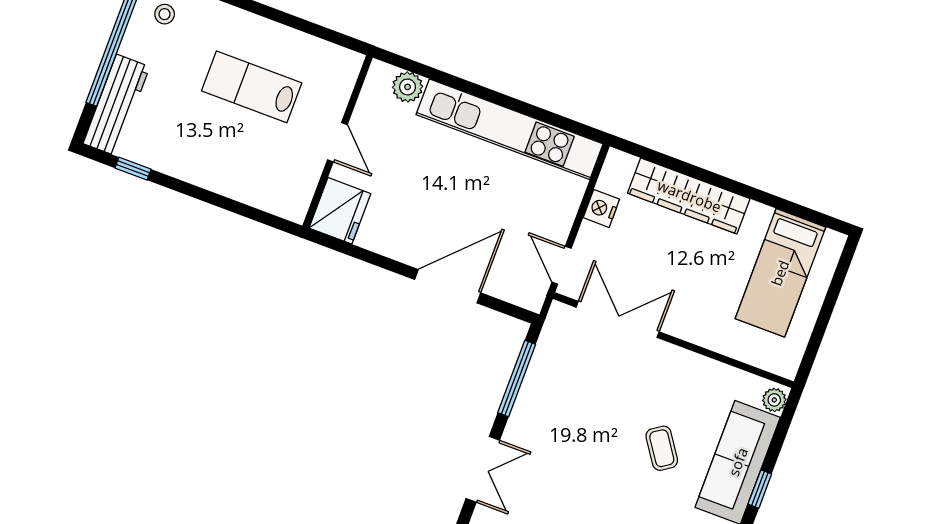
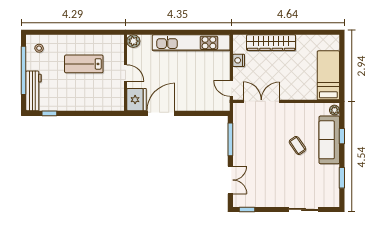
plant: (408, 87) -> (133, 41), moved
bed: (780, 273) -> (328, 75), moved, turned 180
door: (448, 286) -> (161, 113), moved
window: (760, 489) -> (342, 136), moved

